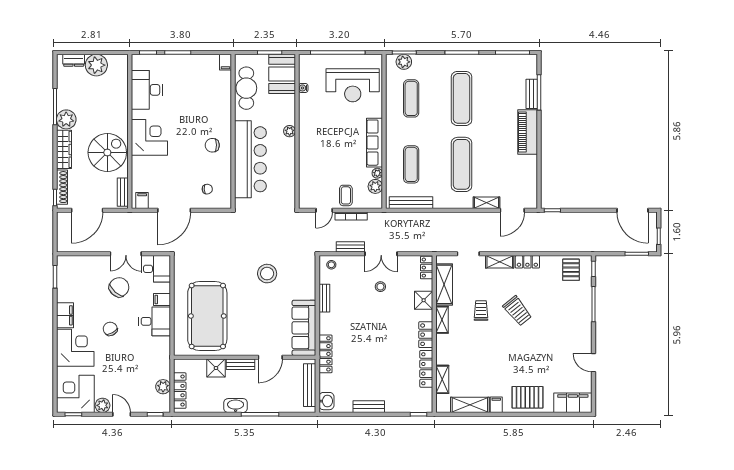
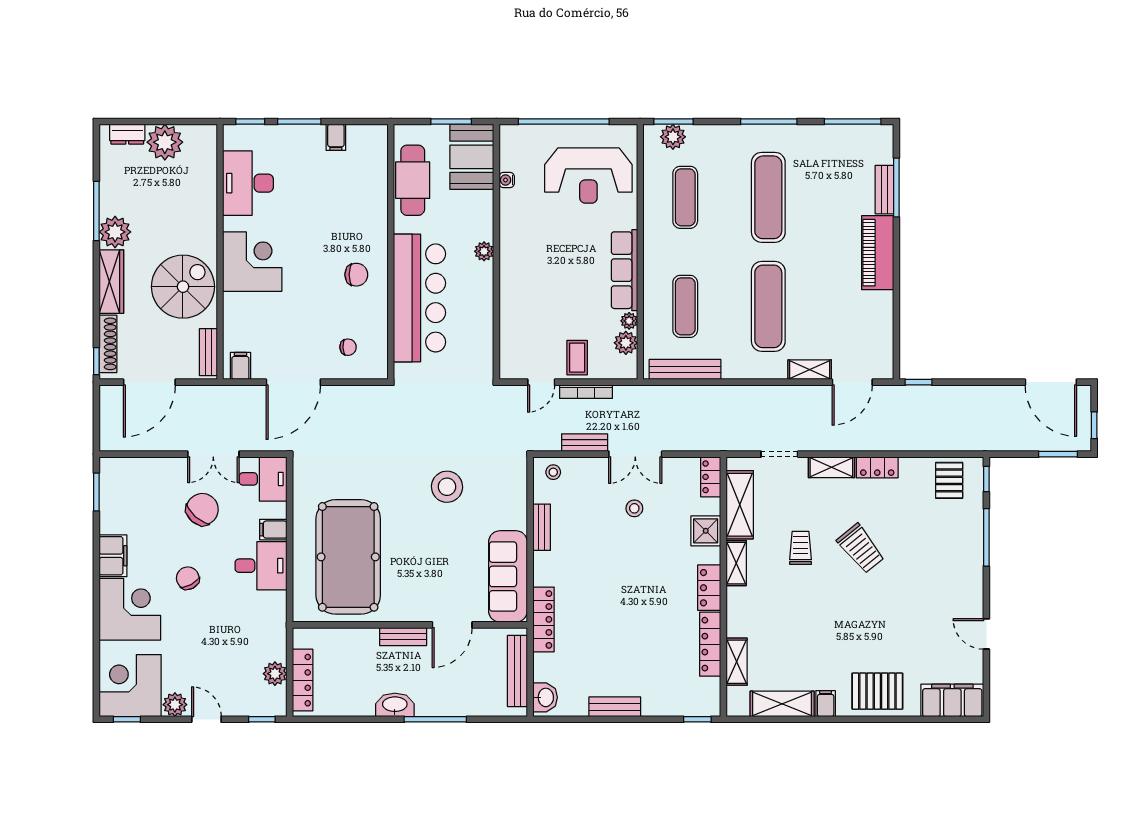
filing cabinet: (225, 62) -> (336, 137), moved
chair: (212, 145) -> (356, 275), turned 180
shower: (216, 368) -> (362, 643), removed

